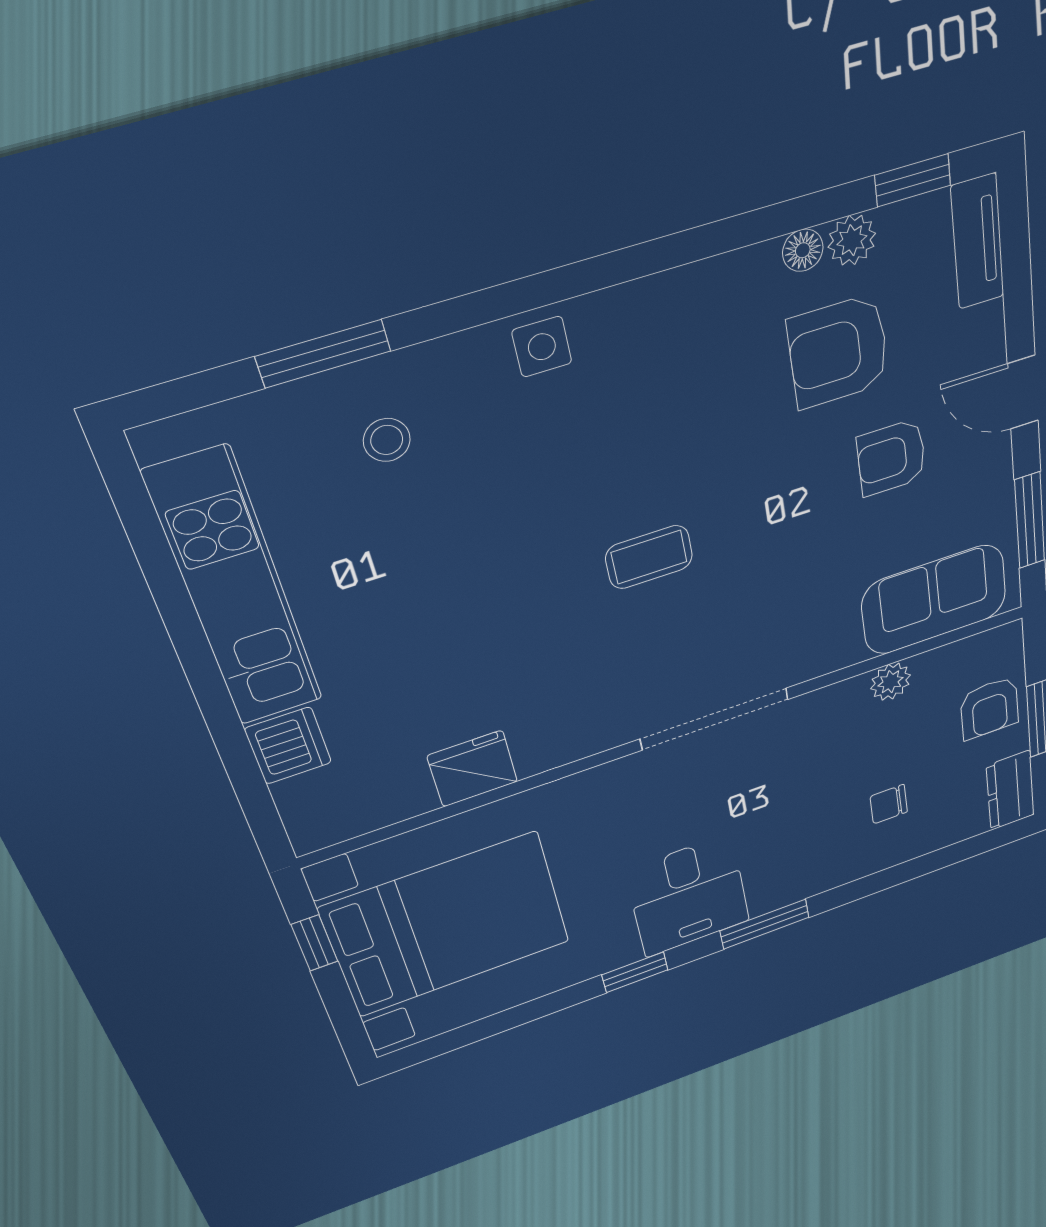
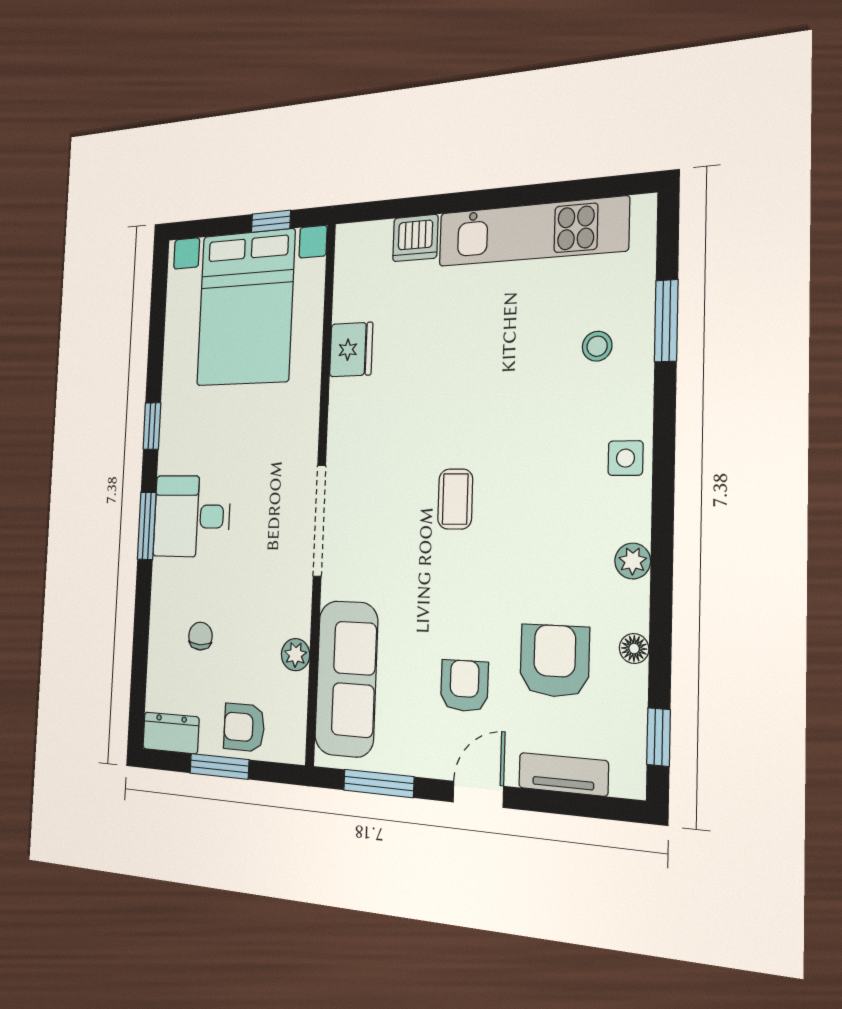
plant: (852, 240) -> (633, 561), moved
tv unit: (978, 242) -> (563, 774), moved
sofa: (934, 600) -> (346, 679), width x1.36
desk: (688, 896) -> (192, 516), moved

